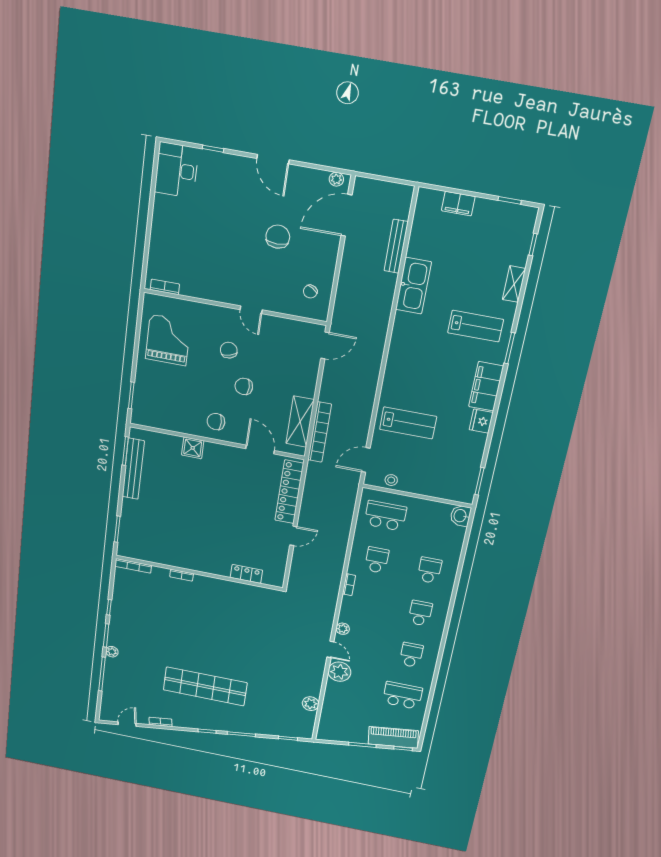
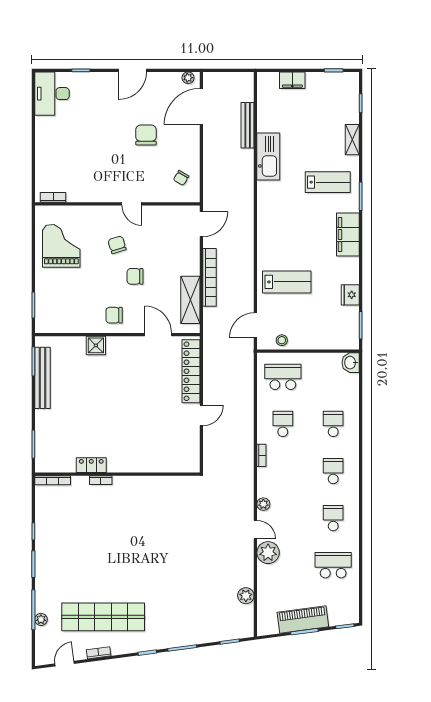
door: (273, 159) -> (133, 70), hinge flipped
fridge: (481, 421) -> (350, 295), moved
bookcase: (320, 432) -> (210, 277), moved
locker: (246, 574) -> (91, 465), moved
plant: (112, 652) -> (41, 619), moved
shop shelf: (205, 686) -> (103, 617), moved
piano: (393, 737) -> (303, 620), moved

